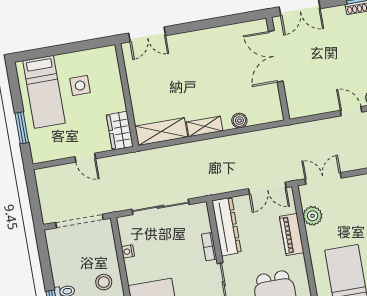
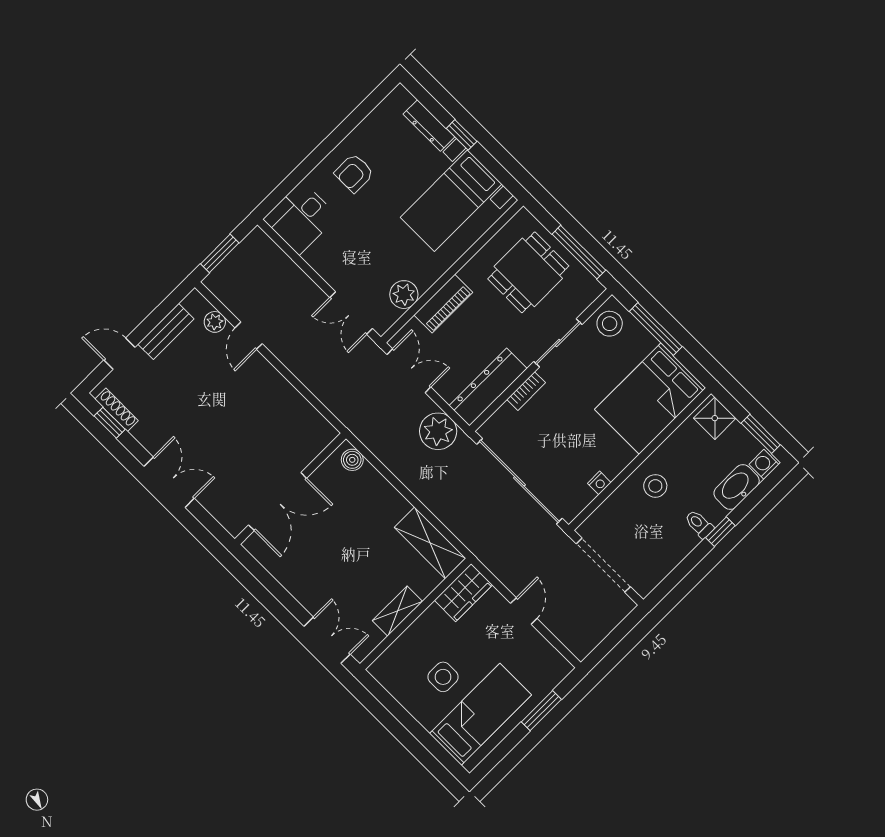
double door: (276, 56) -> (278, 502), moved
wall: (278, 69) -> (290, 489), moved
shelving: (205, 126) -> (397, 611), moved, turned 90
plant: (221, 181) -> (438, 431), added
sliding door: (161, 207) -> (519, 481), width x1.36

